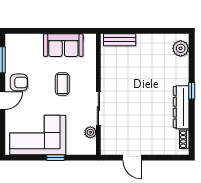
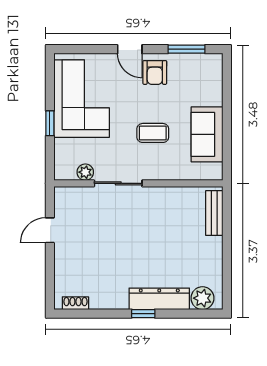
dresser: (181, 107) -> (159, 299), moved

